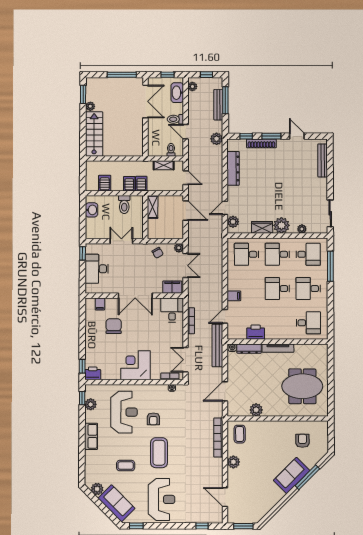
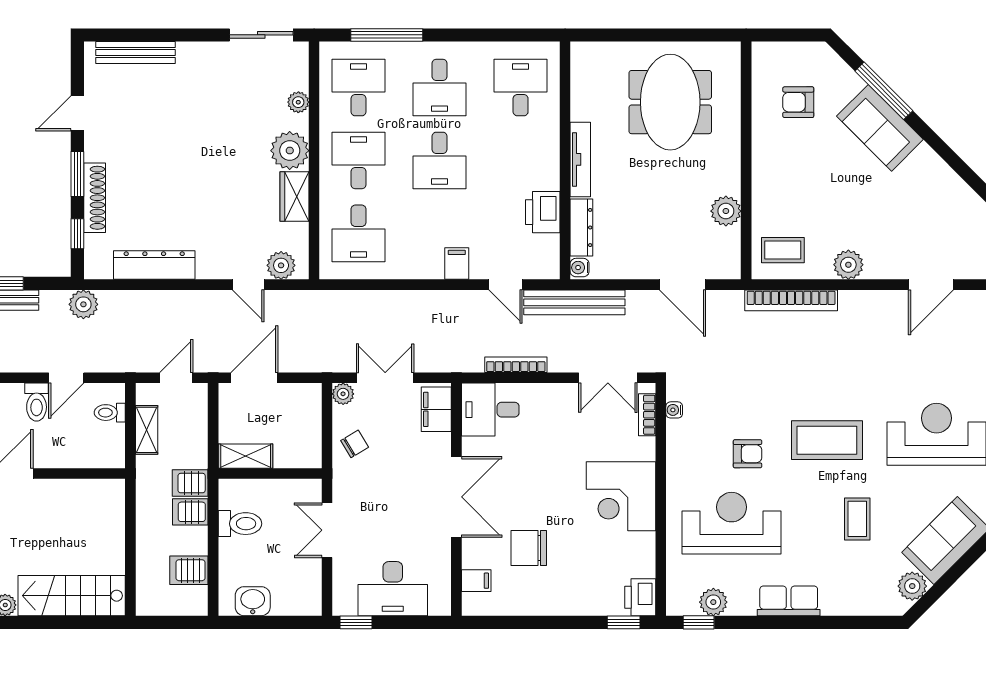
desk: (277, 254) -> (359, 160), turned 180

